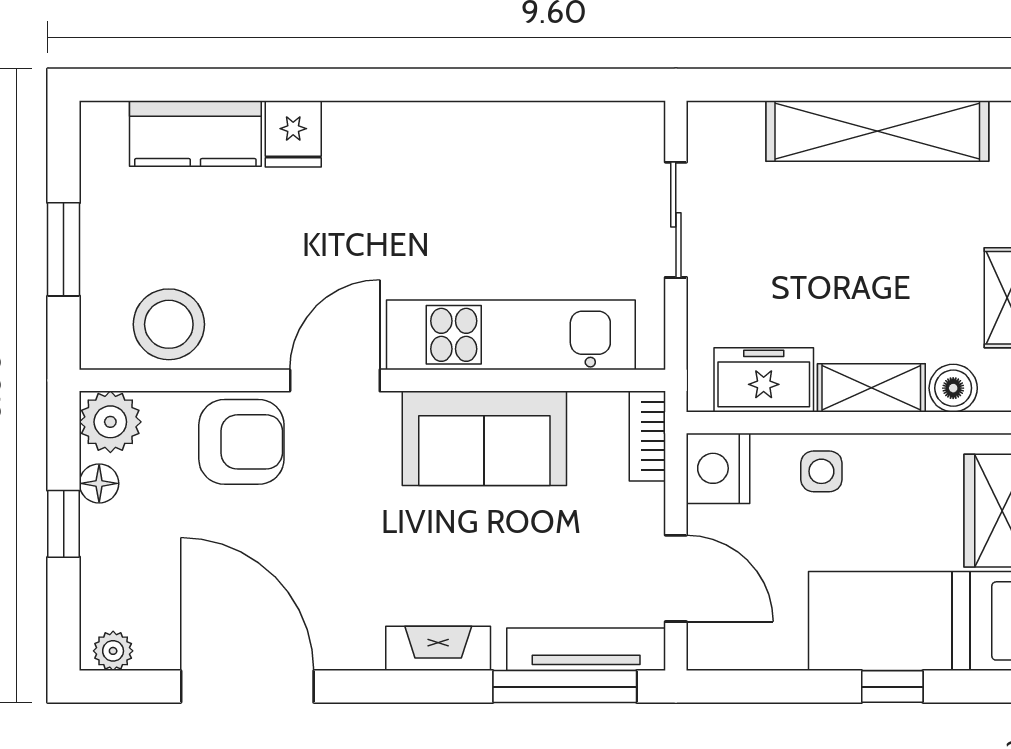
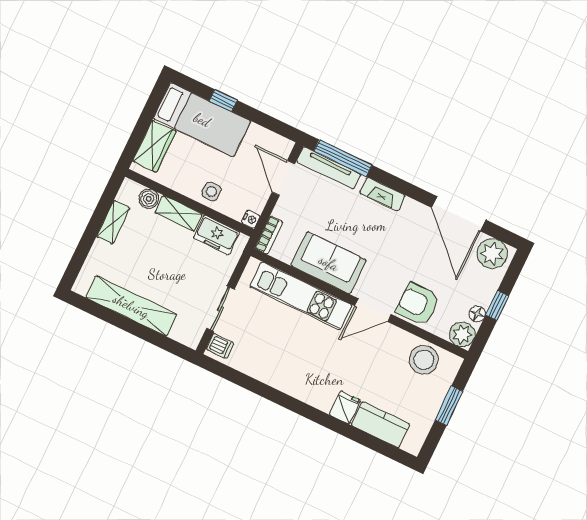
dishwasher: (637, 137) -> (220, 346), added
nightstand: (718, 468) -> (251, 219), width x0.53, depth x0.56
plant: (113, 651) -> (492, 254), width x1.87, depth x1.87

